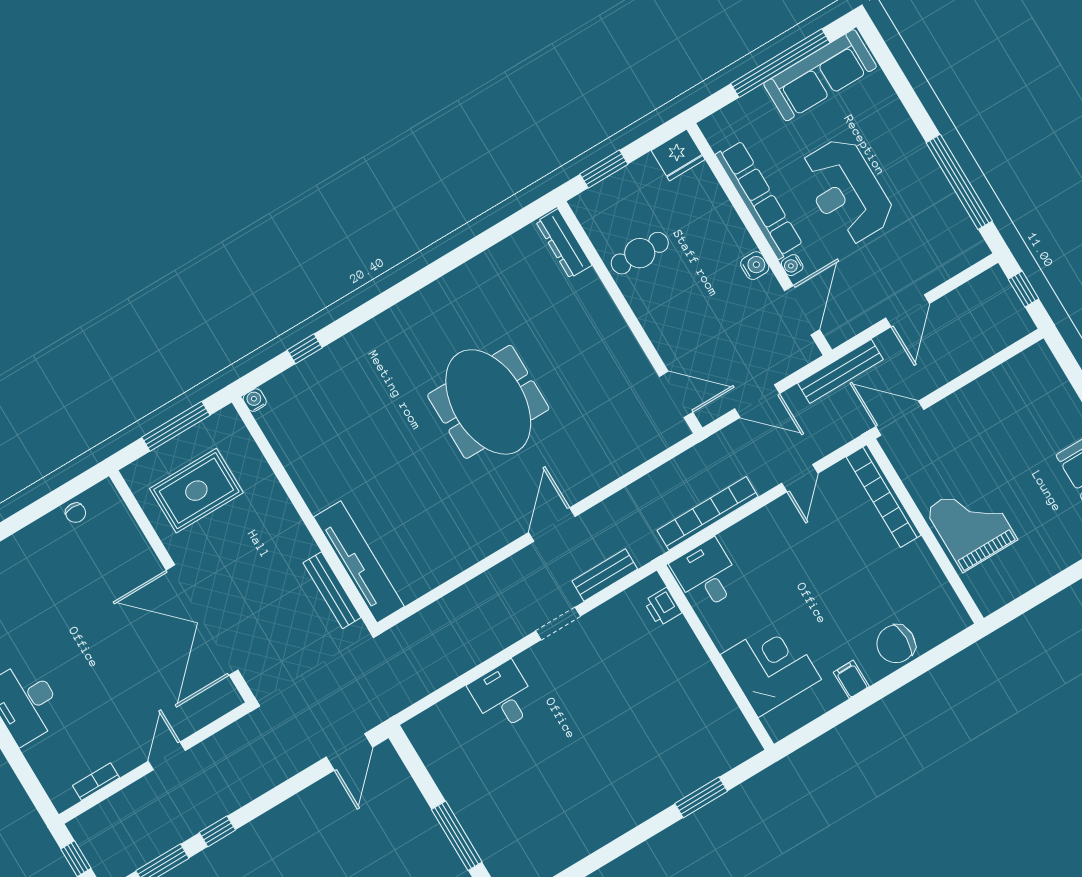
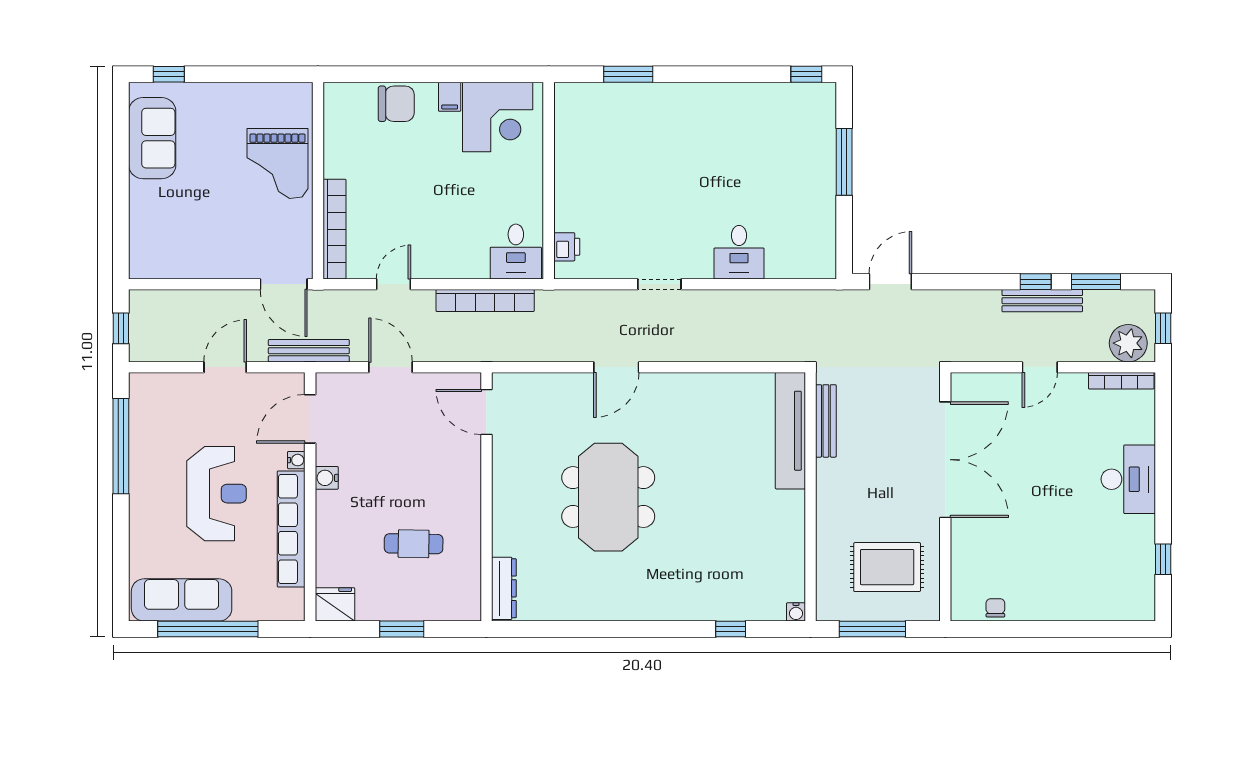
dresser: (564, 244) -> (504, 588), moved
wall: (630, 317) -> (486, 497), moved
door: (676, 394) -> (486, 412), moved
bench: (605, 575) -> (1042, 301), moved, width x1.36
corner desk: (771, 667) -> (498, 117), moved, turned -90
bookcase: (96, 782) -> (1121, 381), width x1.56
plant: (99, 826) -> (1128, 343), added

